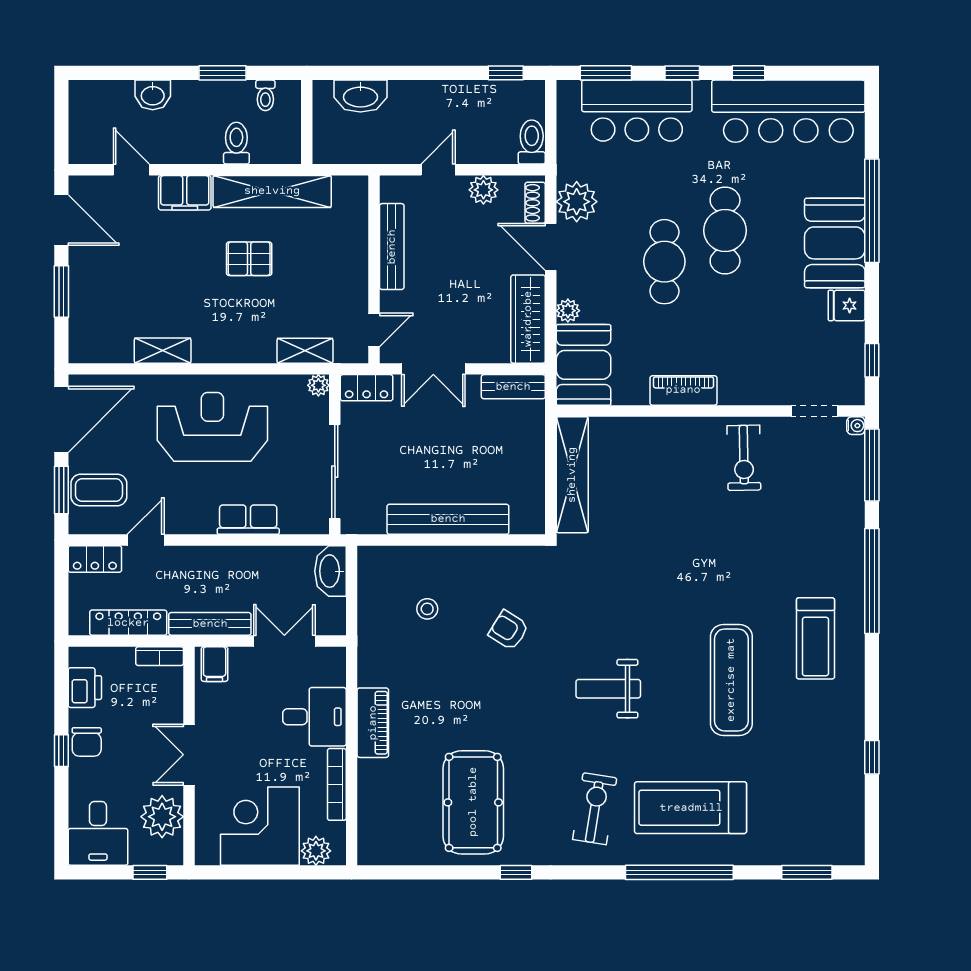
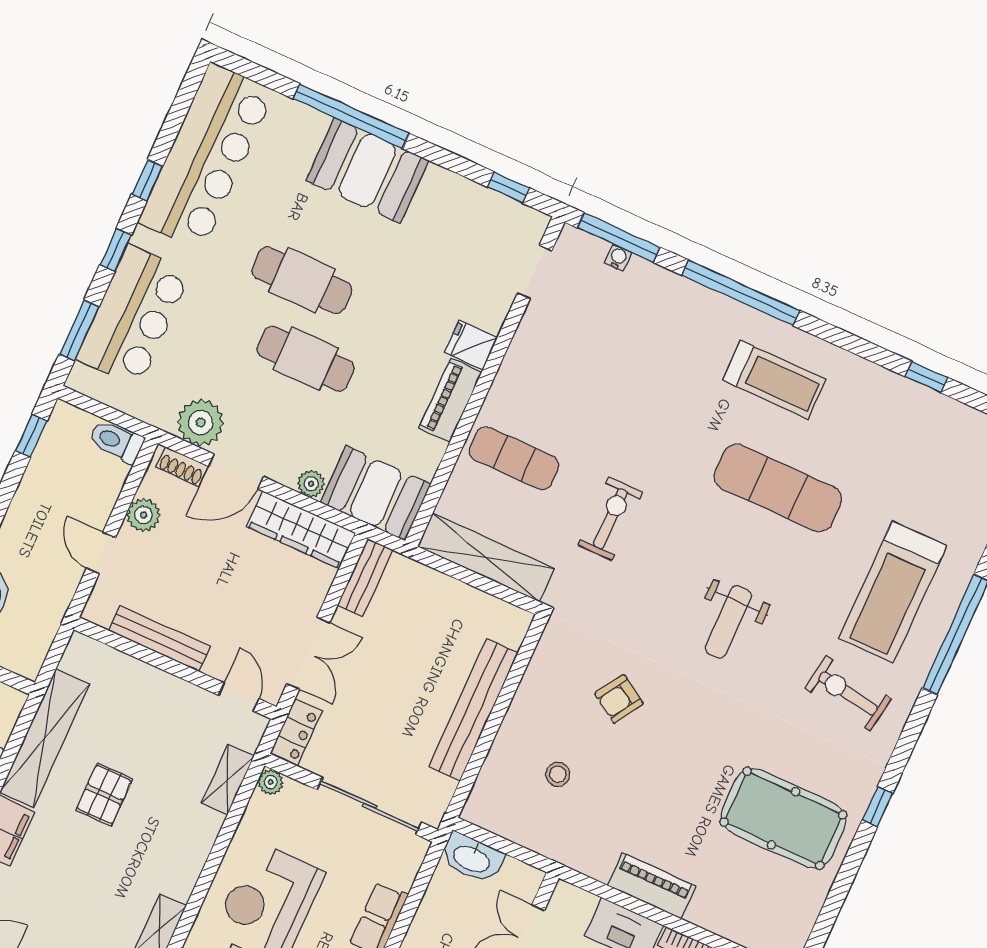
fridge: (847, 305) -> (471, 345), moved, turned 90
water cooler: (856, 426) -> (618, 258), moved
exercise bike: (744, 458) -> (610, 519), moved, turned -89
exercise mat: (661, 461) -> (514, 458), added

